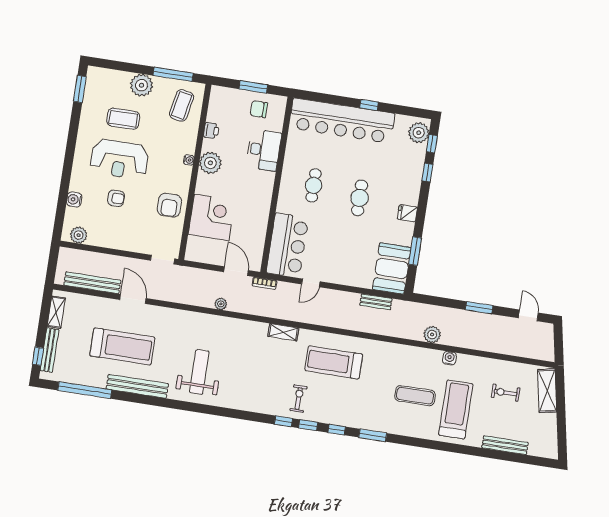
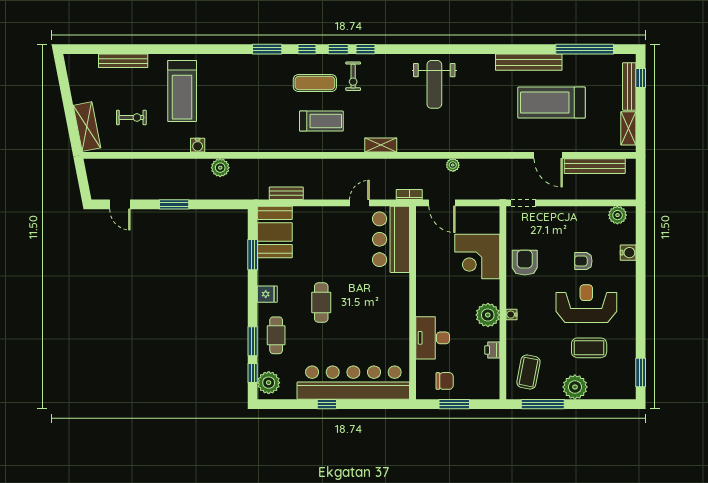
window: (427, 173) -> (253, 341), width x1.50
cafe table: (314, 185) -> (276, 335), moved
treadmill: (334, 362) -> (321, 121), width x0.73, depth x0.73
weight bench: (199, 372) -> (434, 84), moved
exercise mat: (415, 396) -> (315, 83), moved

